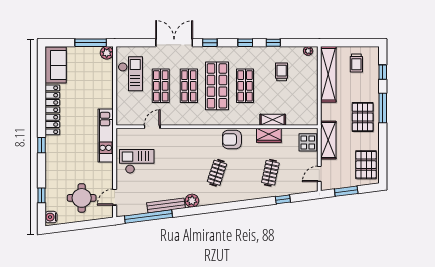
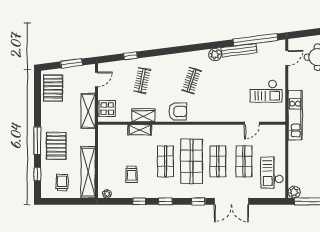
pallet: (363, 117) -> (56, 146), moved

